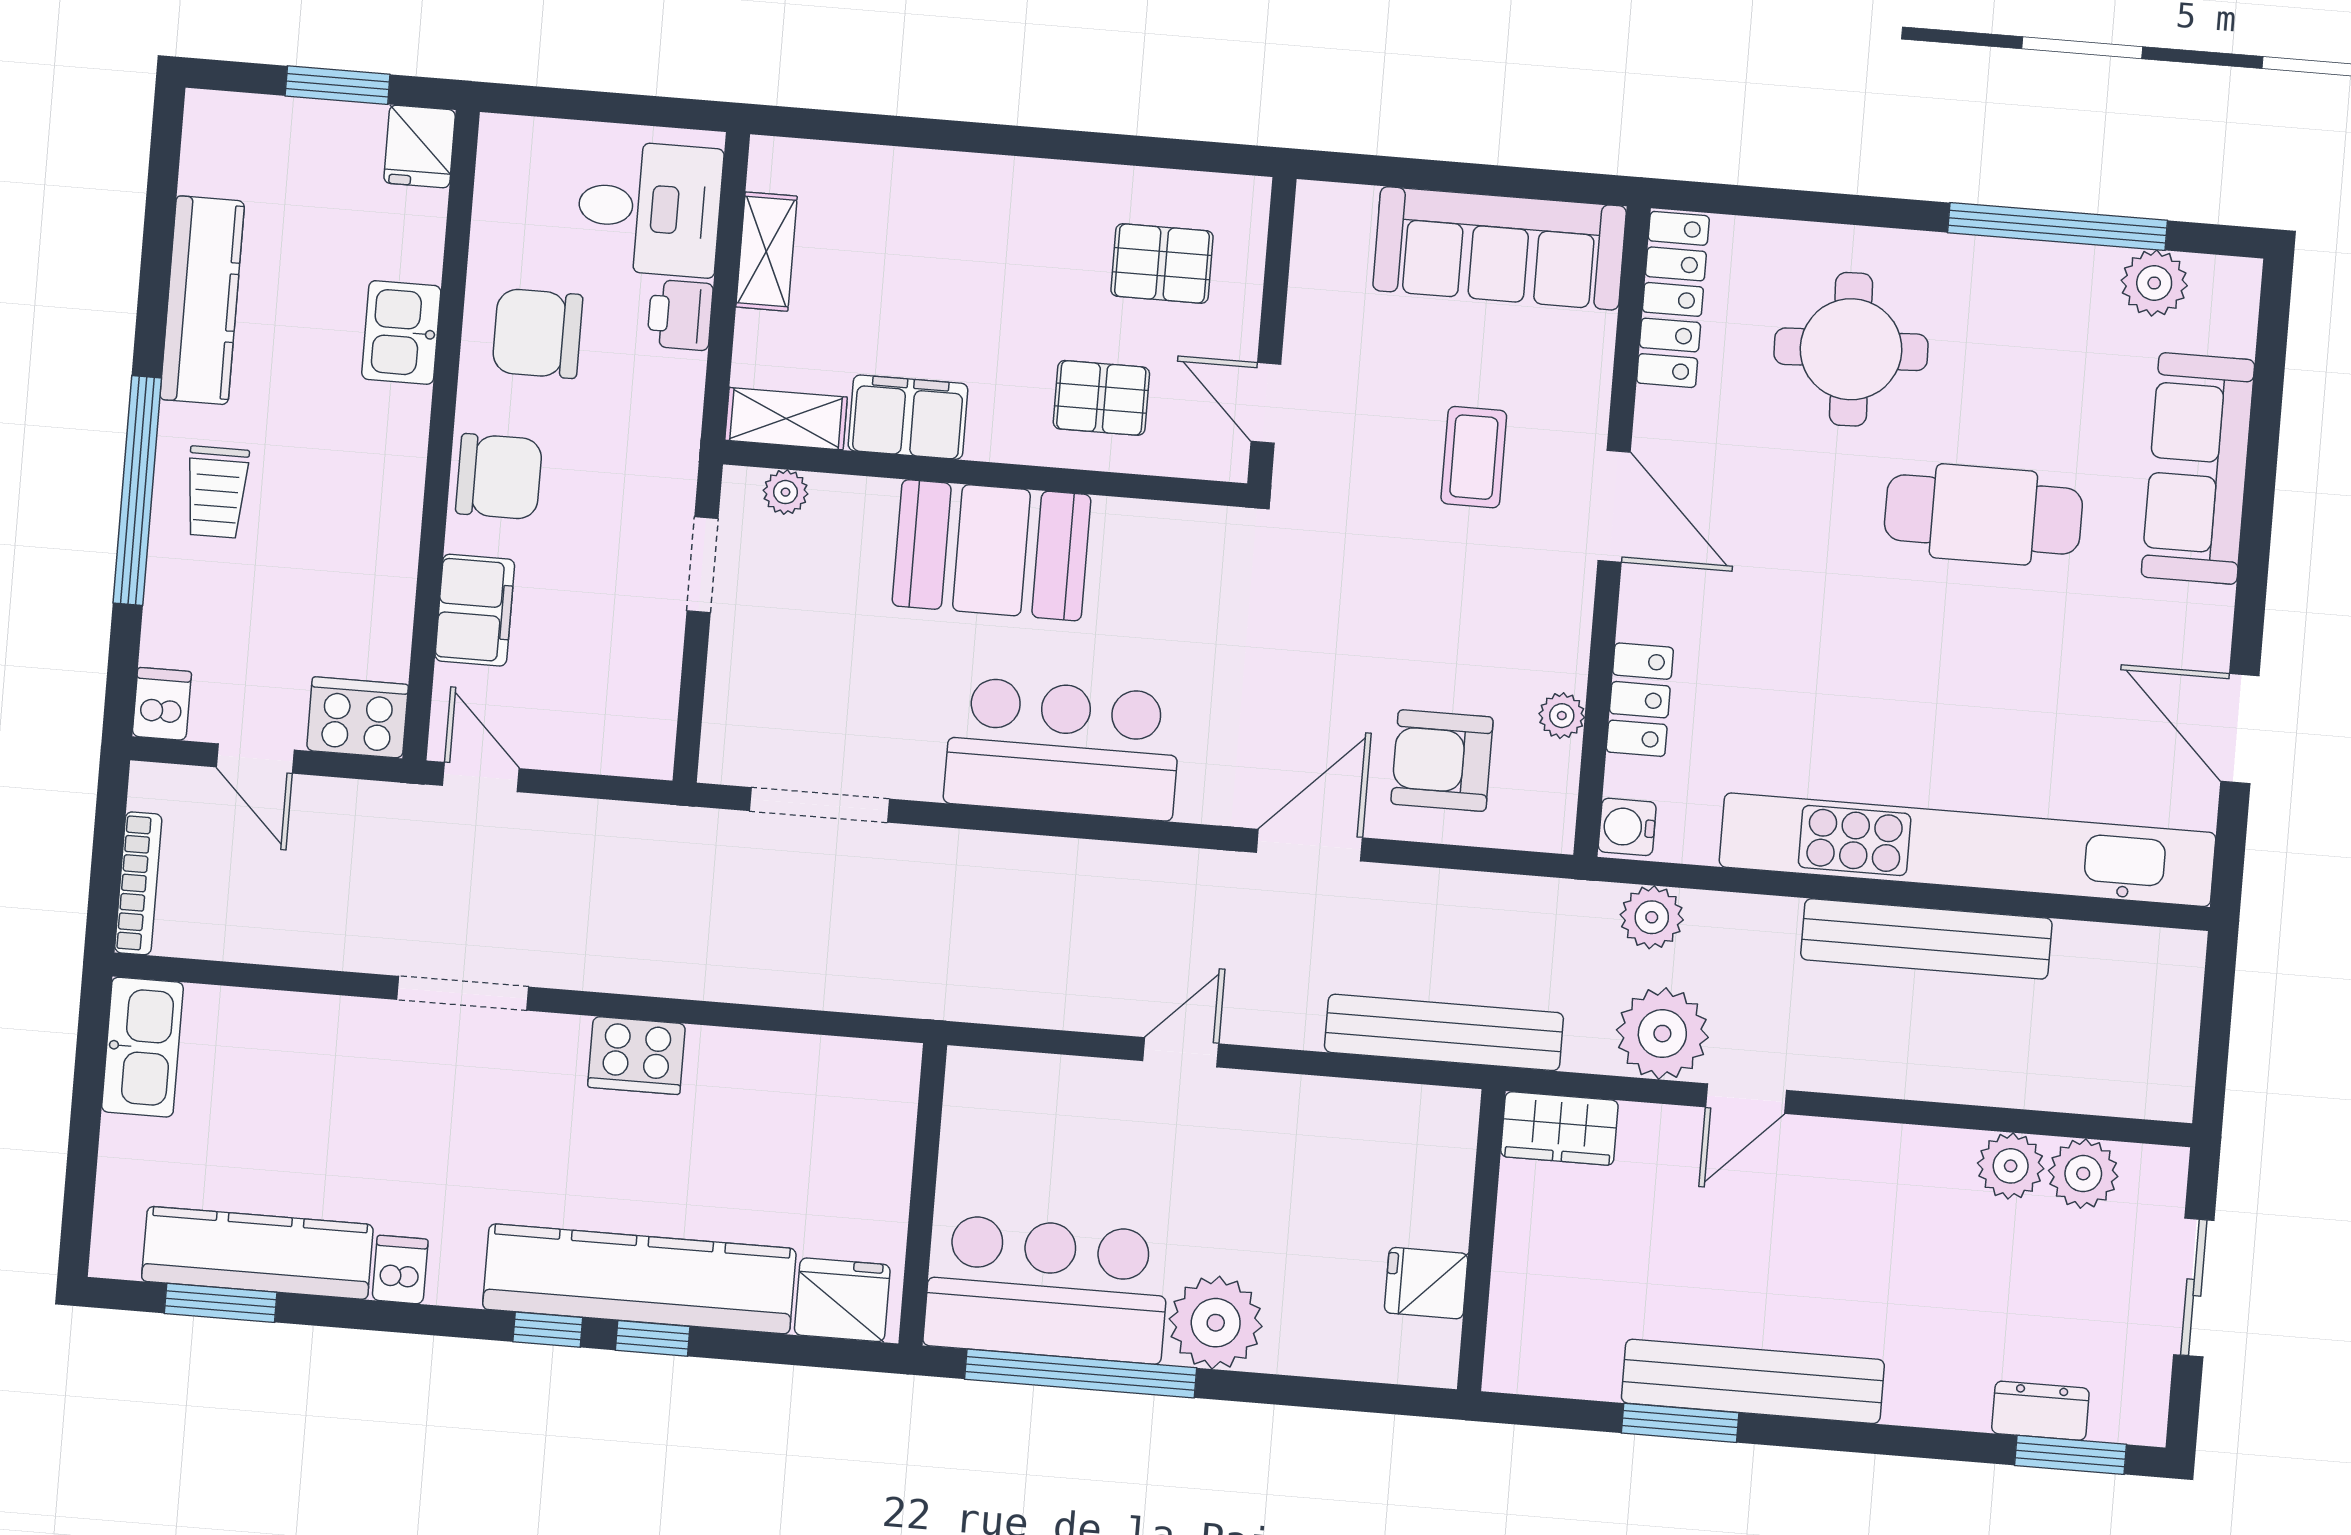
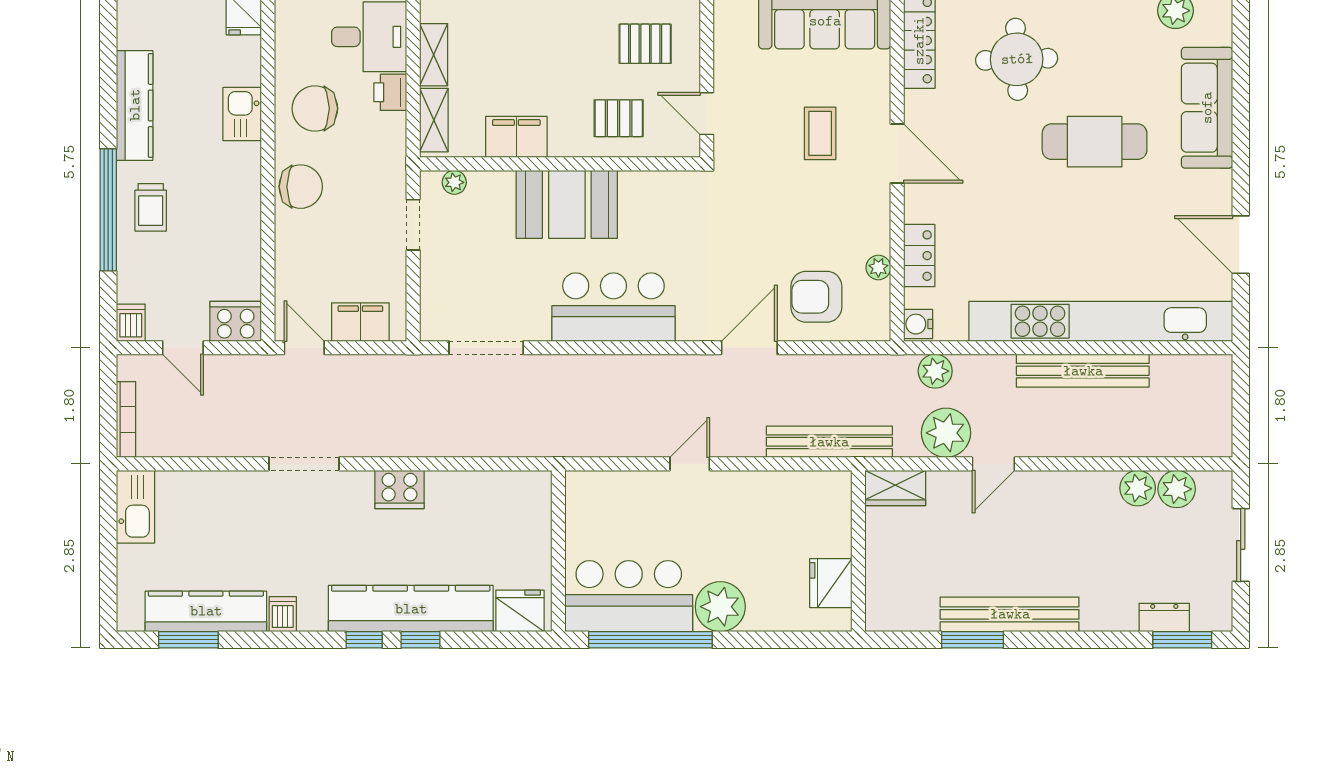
shelving: (786, 419) -> (434, 120), moved, turned 90
filing cabinet: (475, 610) -> (360, 322), moved, turned -90
fridge: (1426, 1283) -> (831, 583), width x1.38

